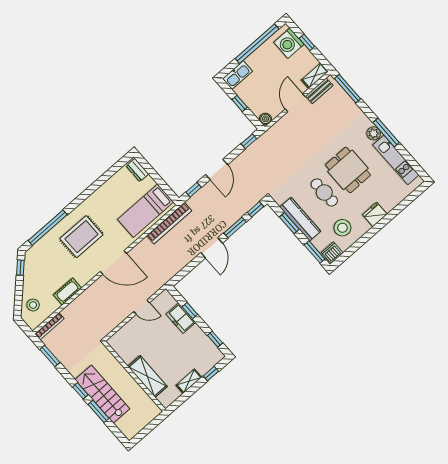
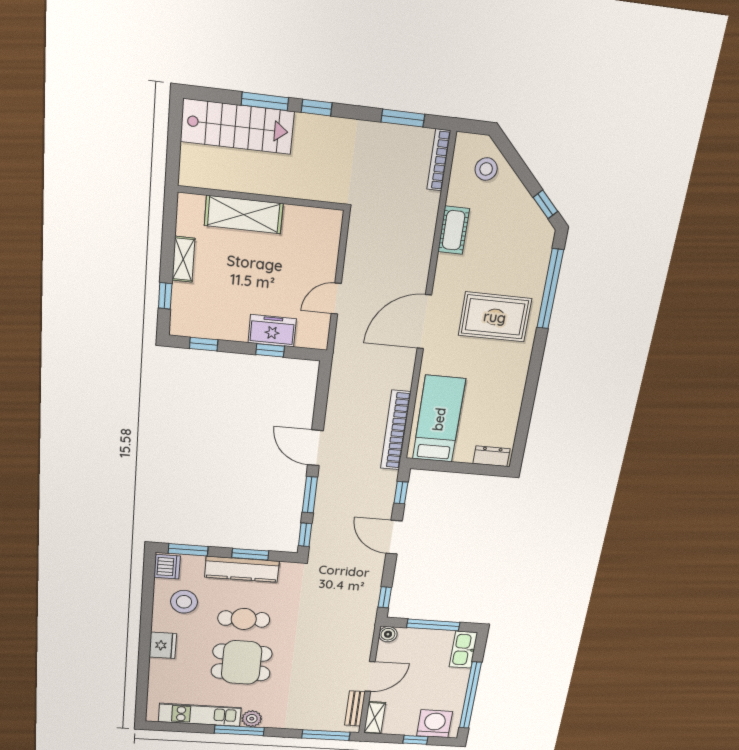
window: (240, 103) -> (433, 625), width x2.17
door: (295, 103) -> (370, 676), hinge flipped
rug: (81, 237) -> (495, 317), turned 90
stairs: (102, 394) -> (237, 126), moved

